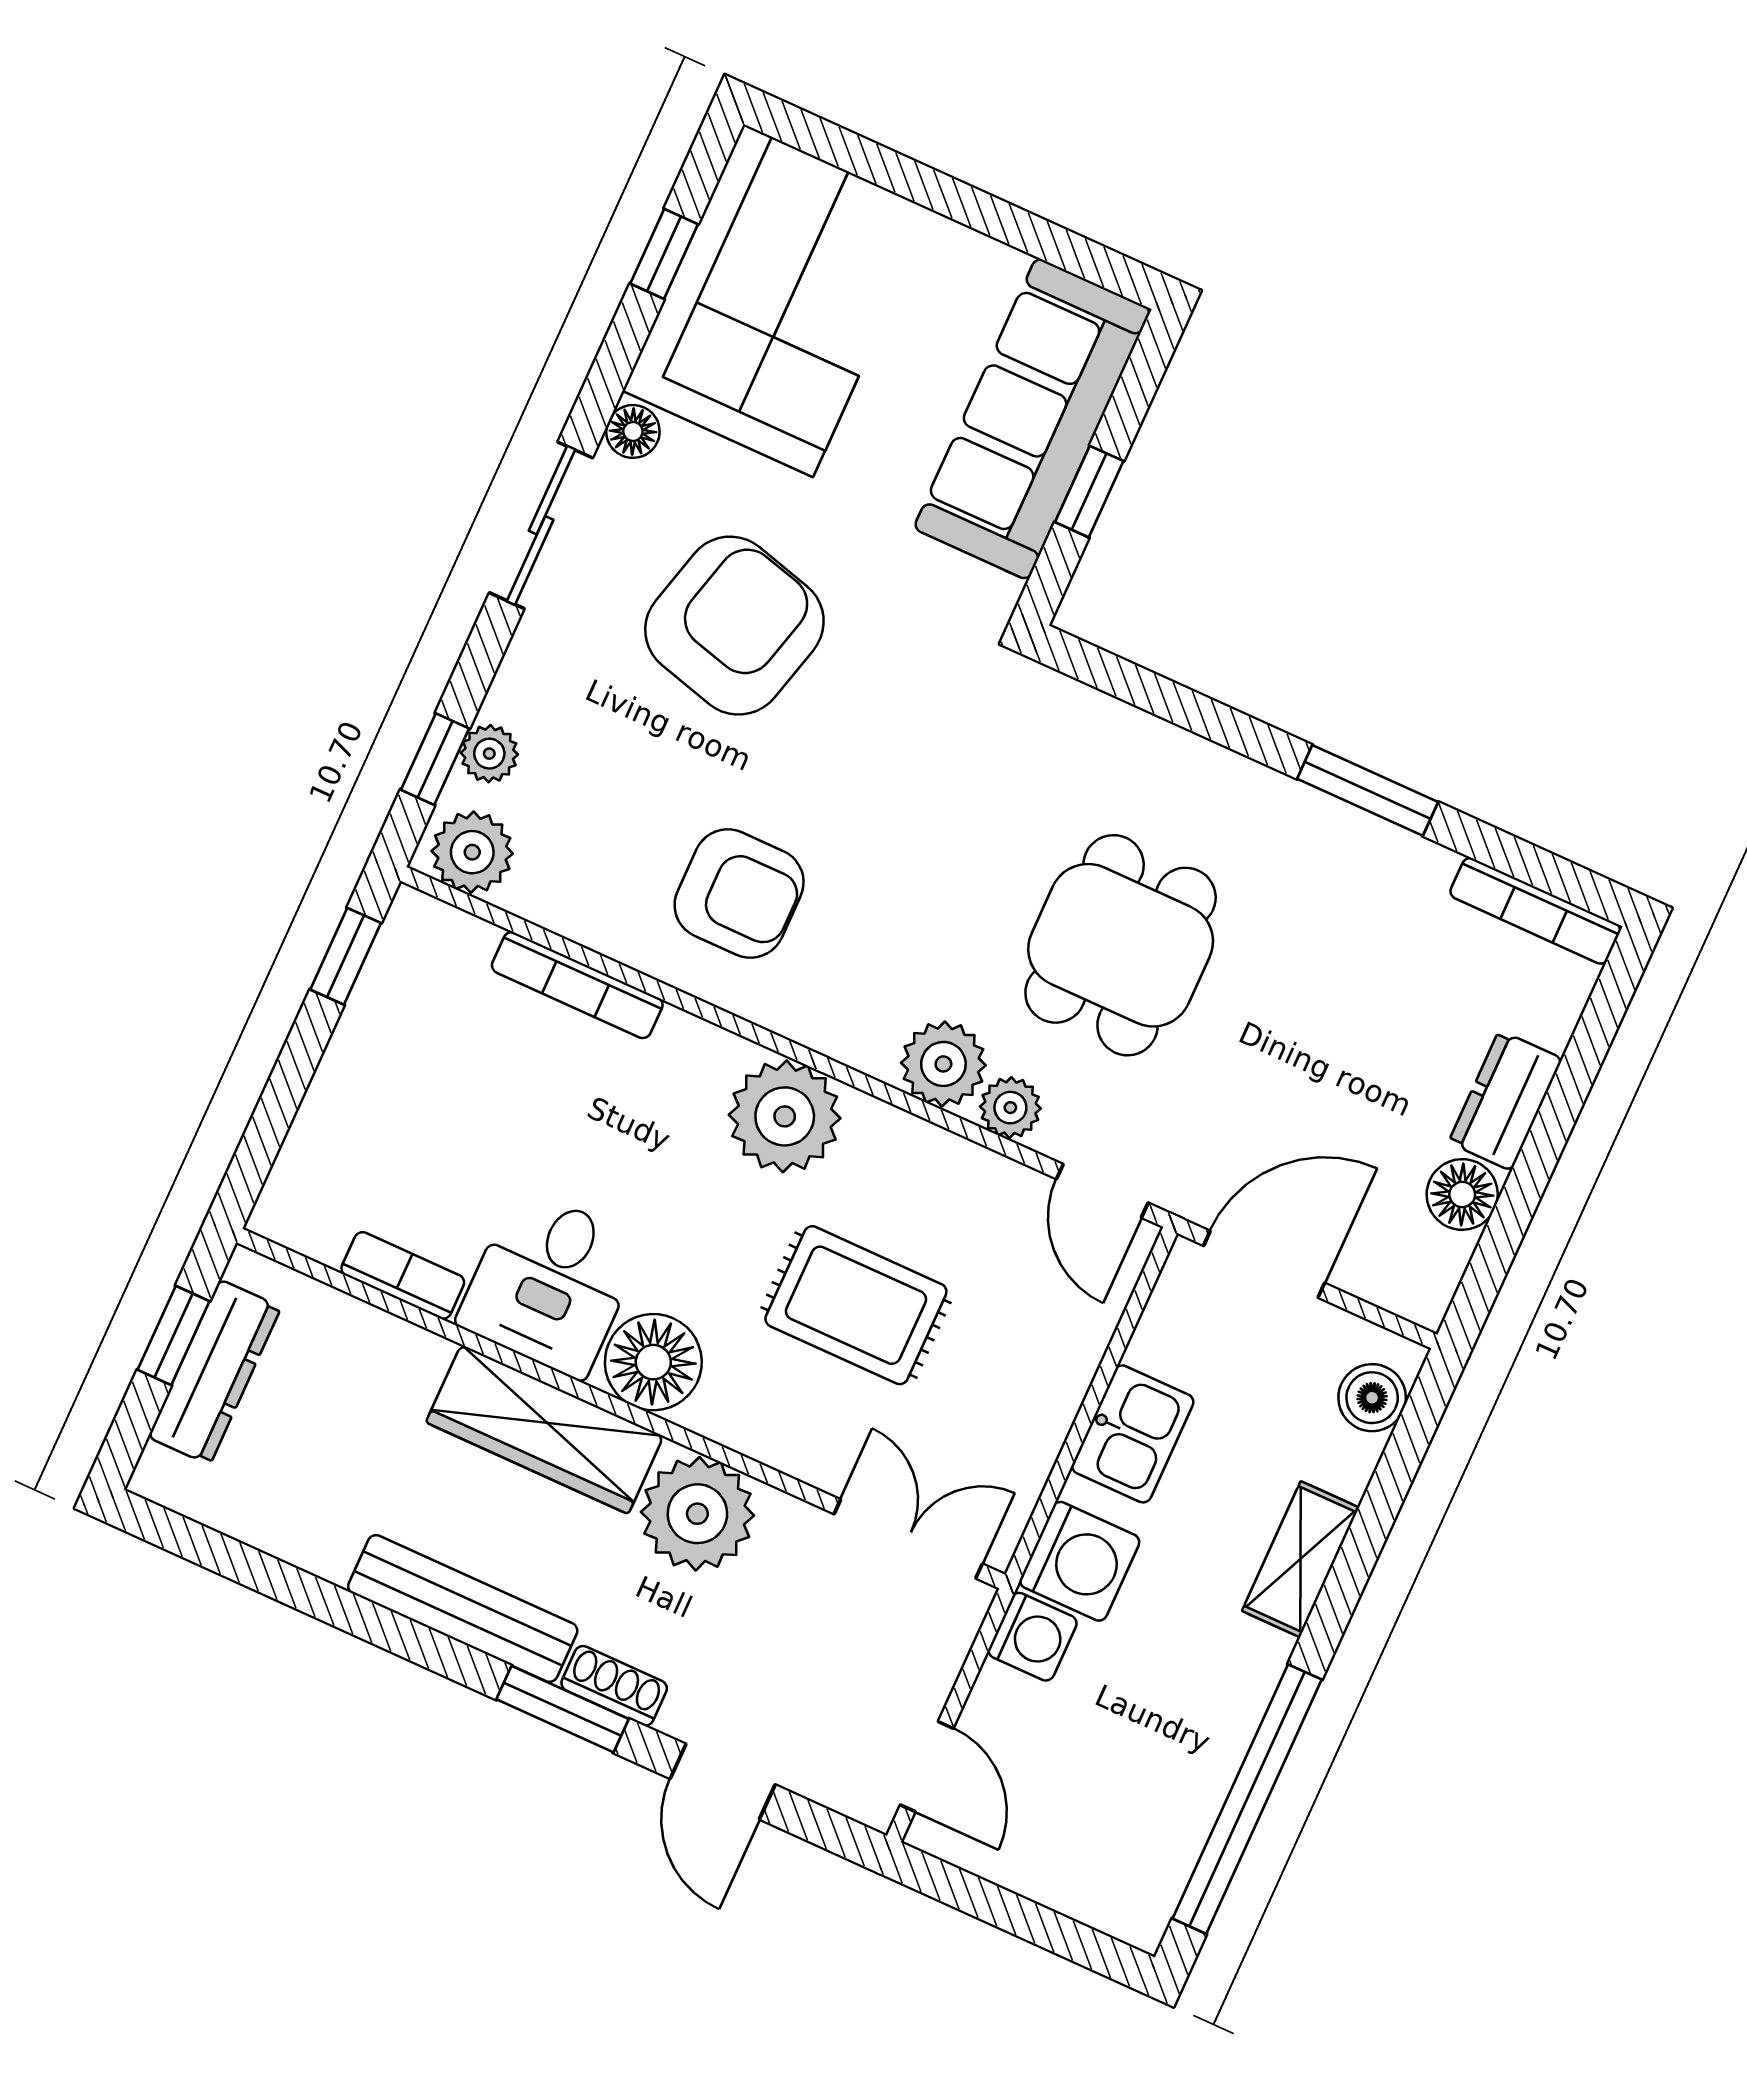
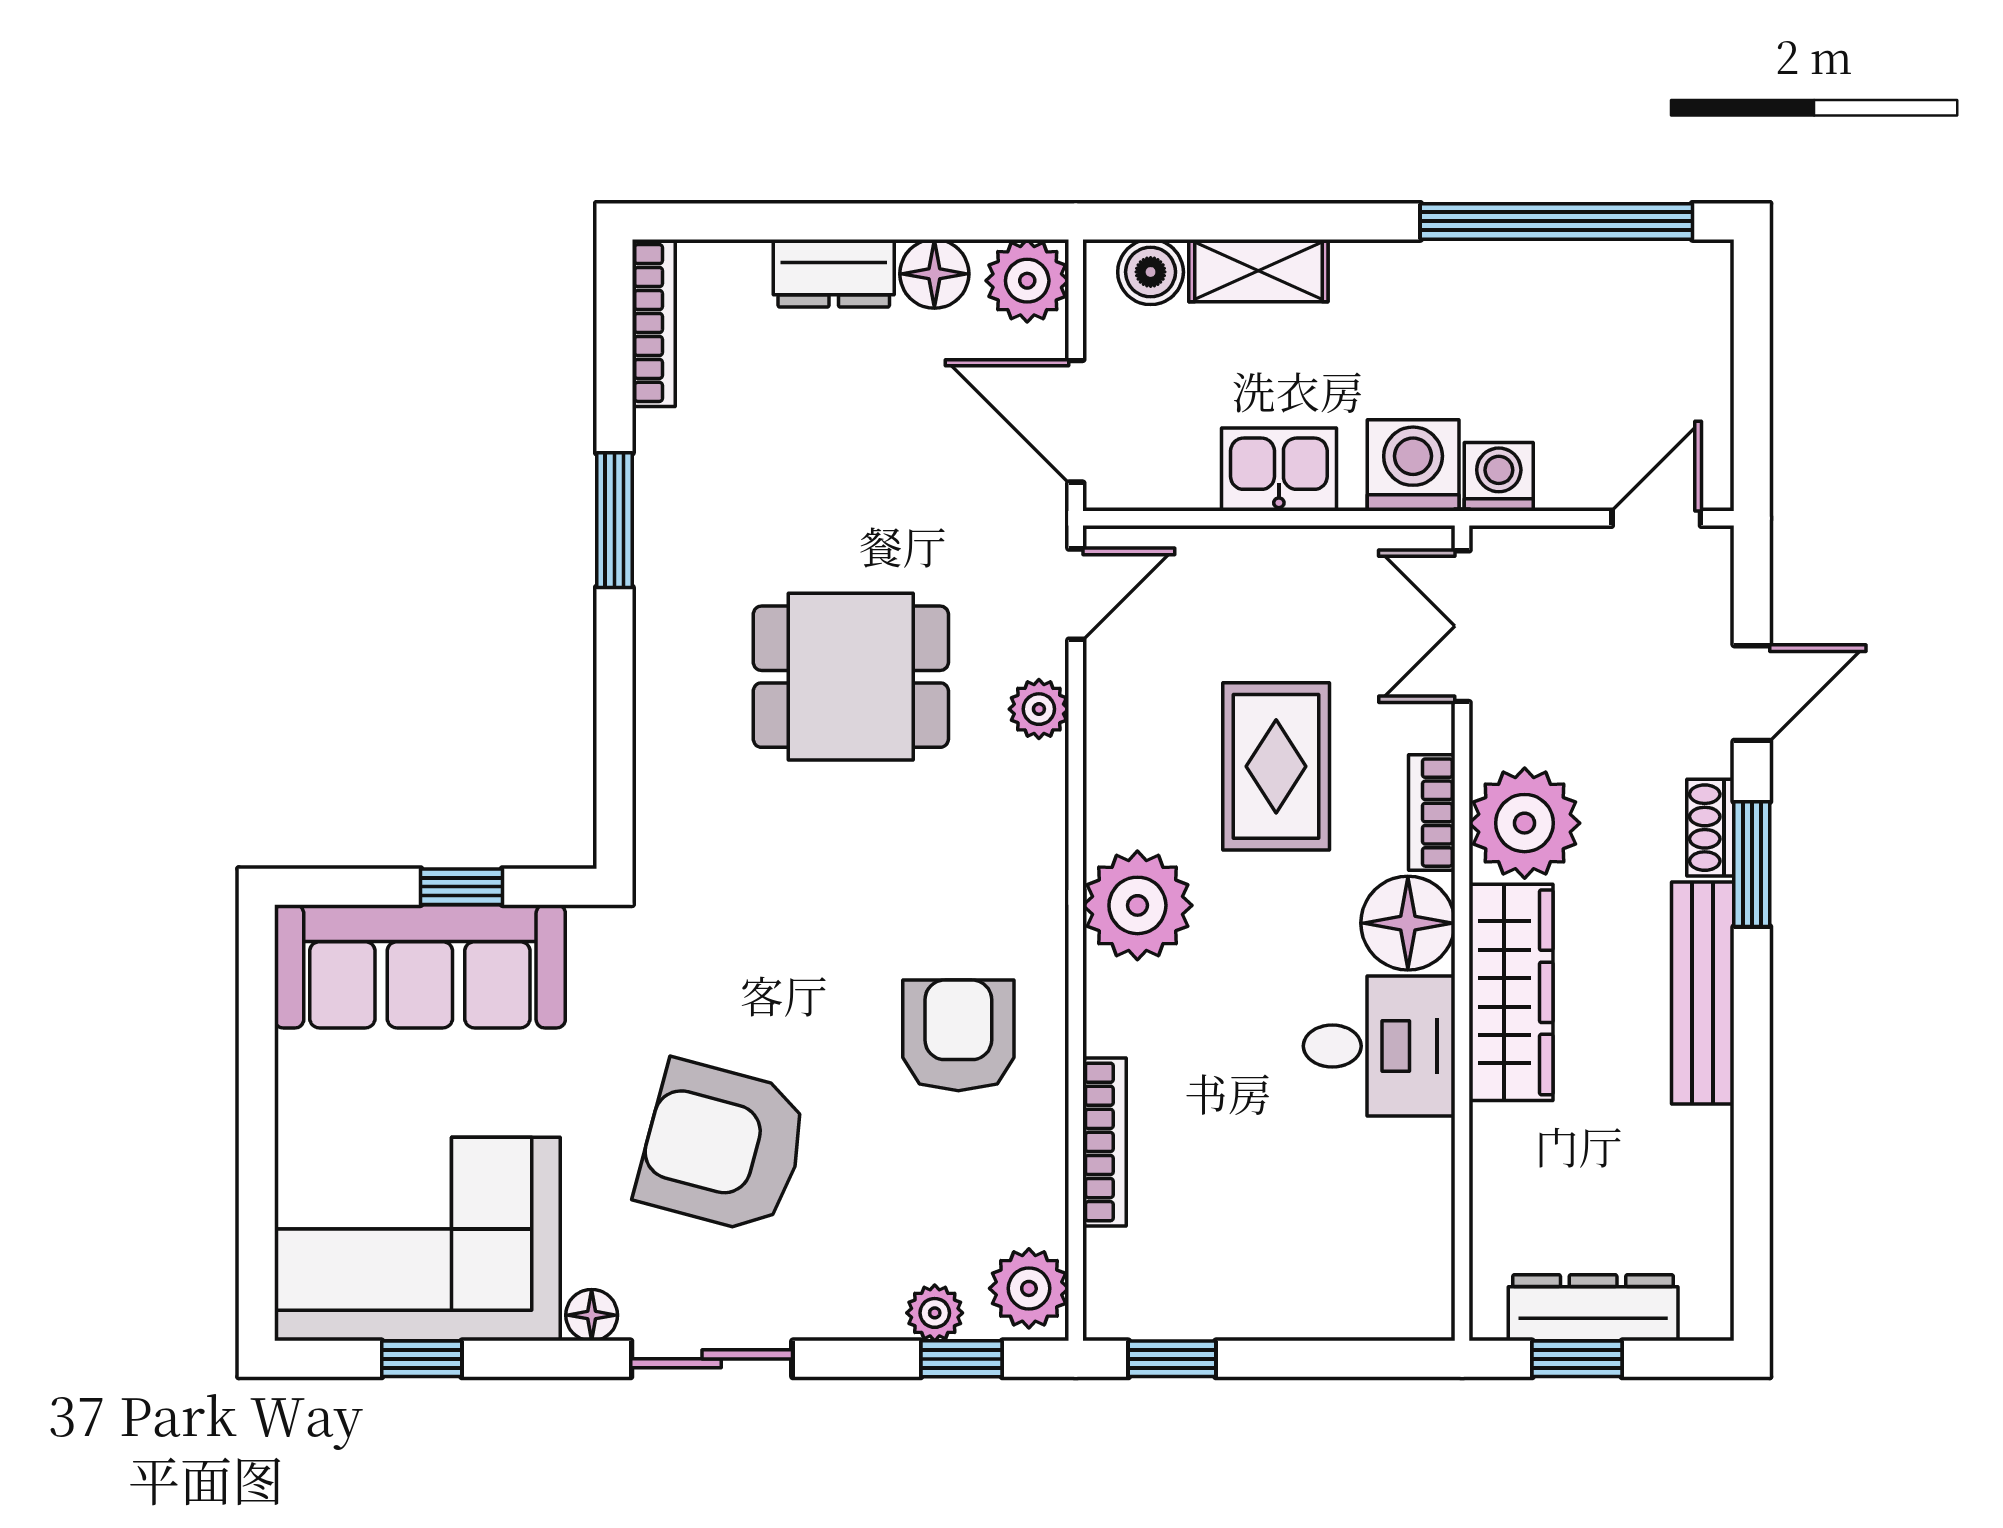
plant: (943, 1064) -> (1027, 281), moved
bookcase: (403, 1275) -> (1432, 813), moved
shelving: (1300, 1559) -> (1258, 271), moved

